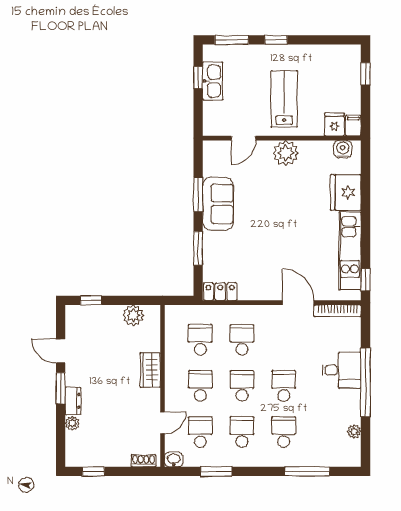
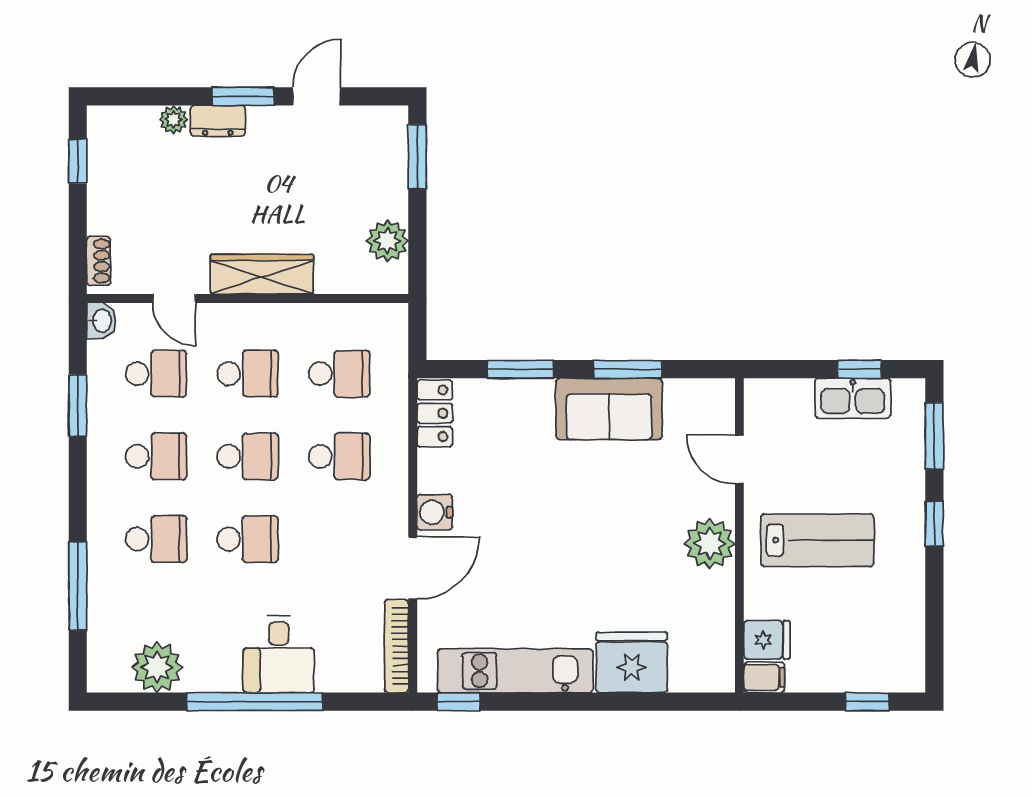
water cooler: (343, 149) -> (435, 512), moved, turned 180
window: (91, 300) -> (417, 157), width x1.50
wardrobe: (150, 370) -> (262, 274), width x1.50
plant: (354, 431) -> (157, 667), width x1.88, depth x1.88

